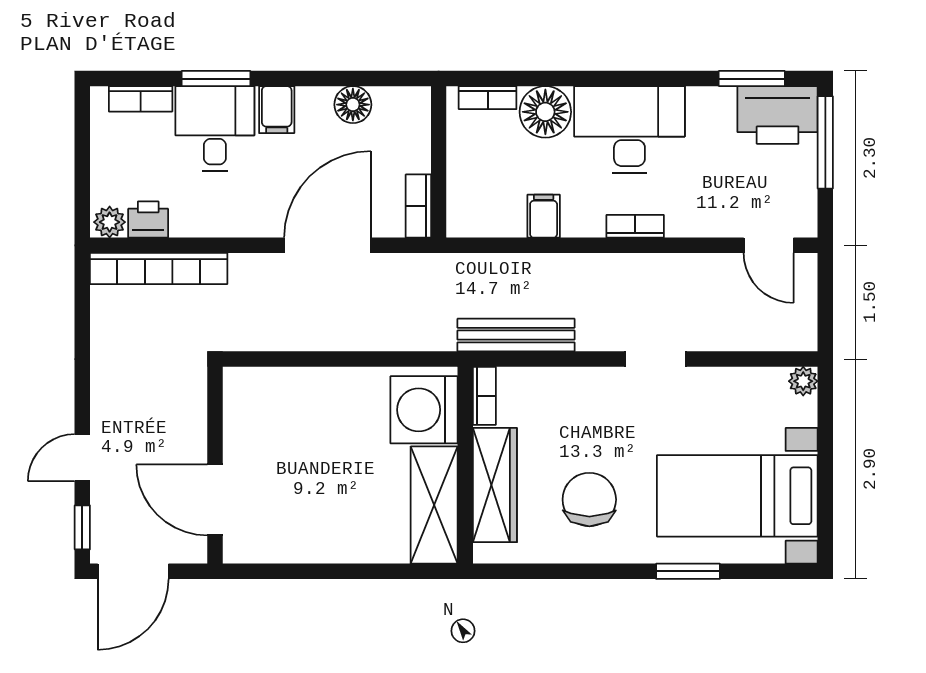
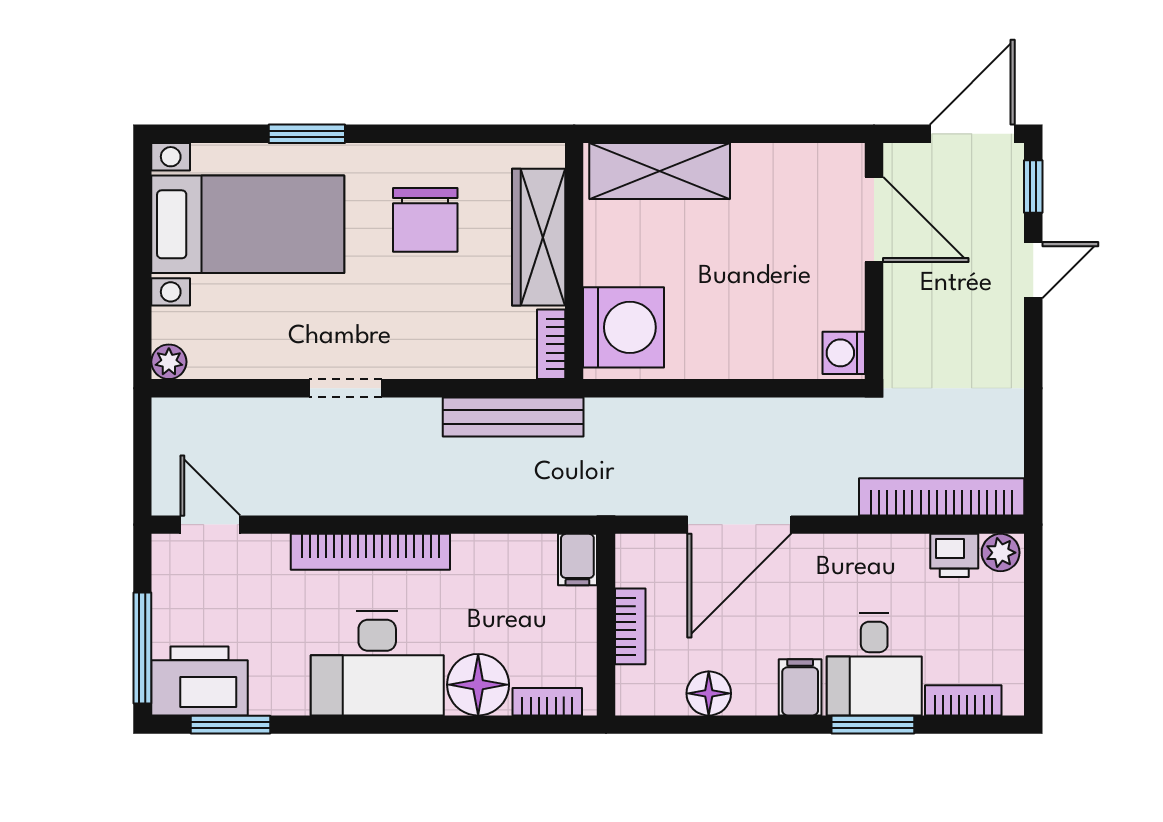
bookcase: (418, 206) -> (630, 626), moved
filing cabinet: (544, 216) -> (577, 560), moved
bookcase: (635, 226) -> (370, 552), width x2.31, depth x1.31
washing machine: (240, 389) -> (844, 353), added
shelving: (434, 505) -> (660, 171), moved, turned 90

